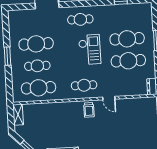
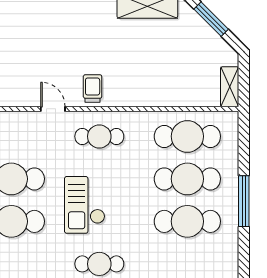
window: (7, 56) -> (244, 201), width x1.44
cafe table: (37, 66) -> (187, 179), width x1.37, depth x1.35

